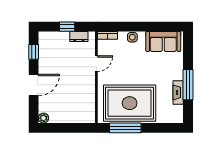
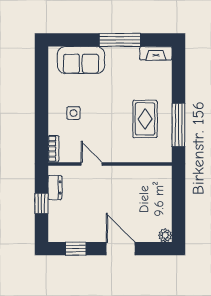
side table: (132, 37) -> (73, 113), moved
sofa: (163, 41) -> (81, 60), moved, turned 90
fireplace: (178, 92) -> (156, 53), moved
rug: (130, 103) -> (145, 119), width x0.54, depth x0.49

